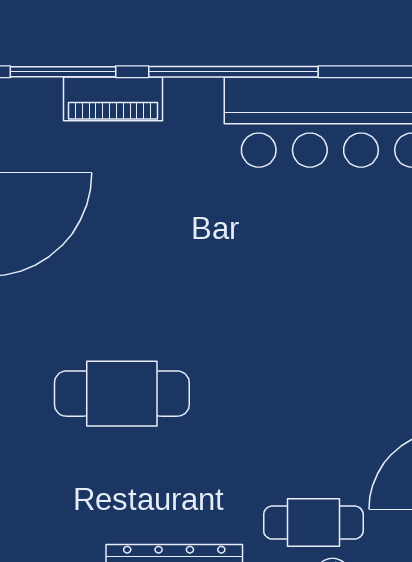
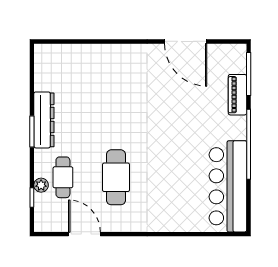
cafe table: (122, 394) -> (116, 177), moved

